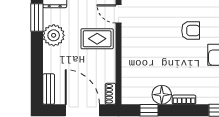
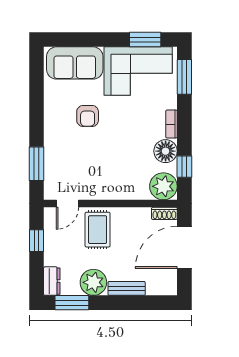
armchair: (191, 31) -> (88, 116), turned 180
bench: (49, 89) -> (127, 288), moved
plant: (133, 93) -> (163, 186), added

